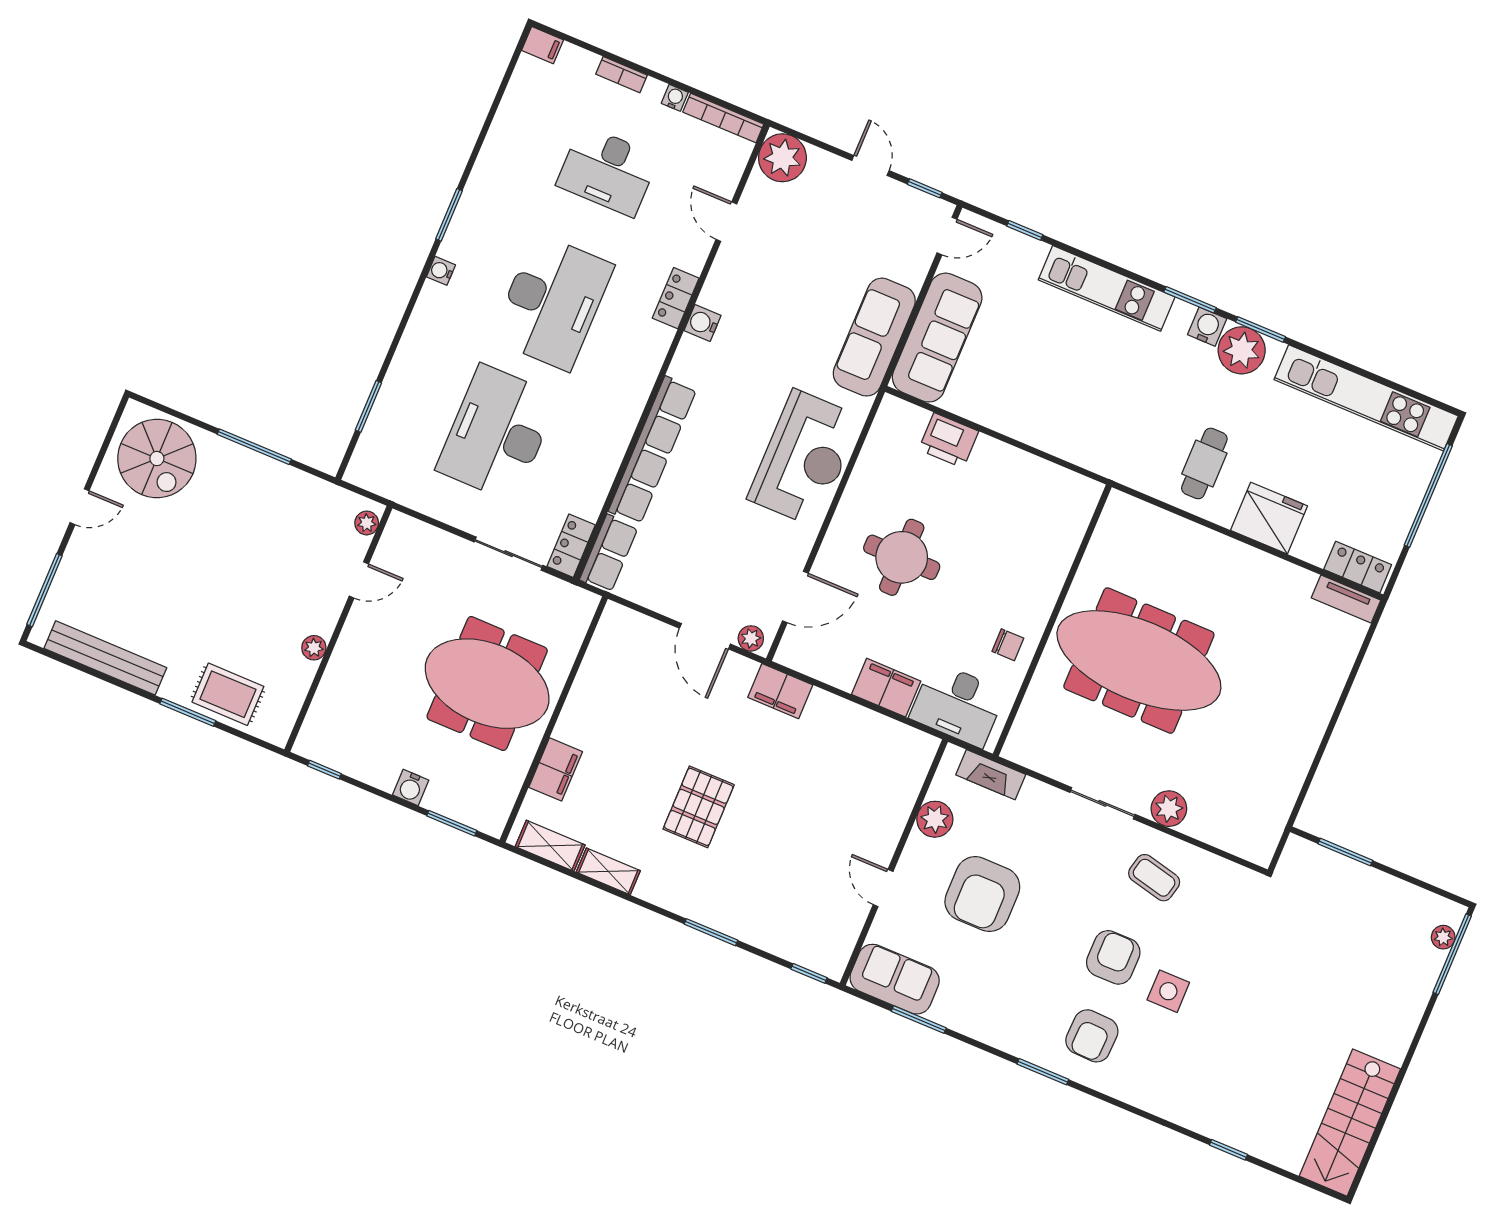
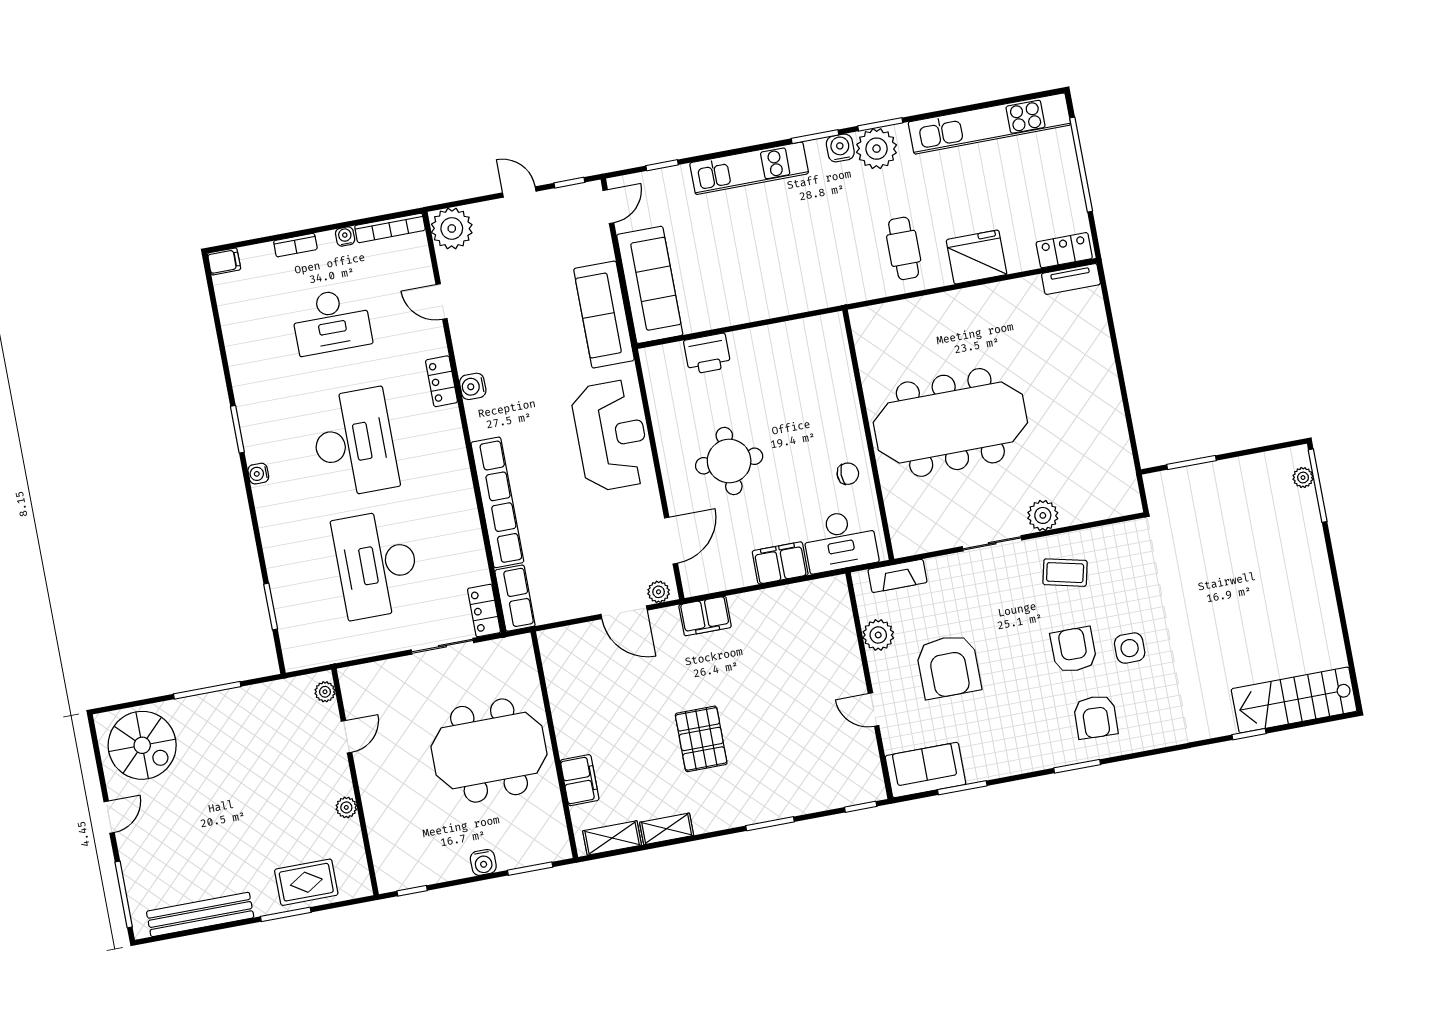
stairs: (1350, 1123) -> (1294, 700), moved, turned 90

